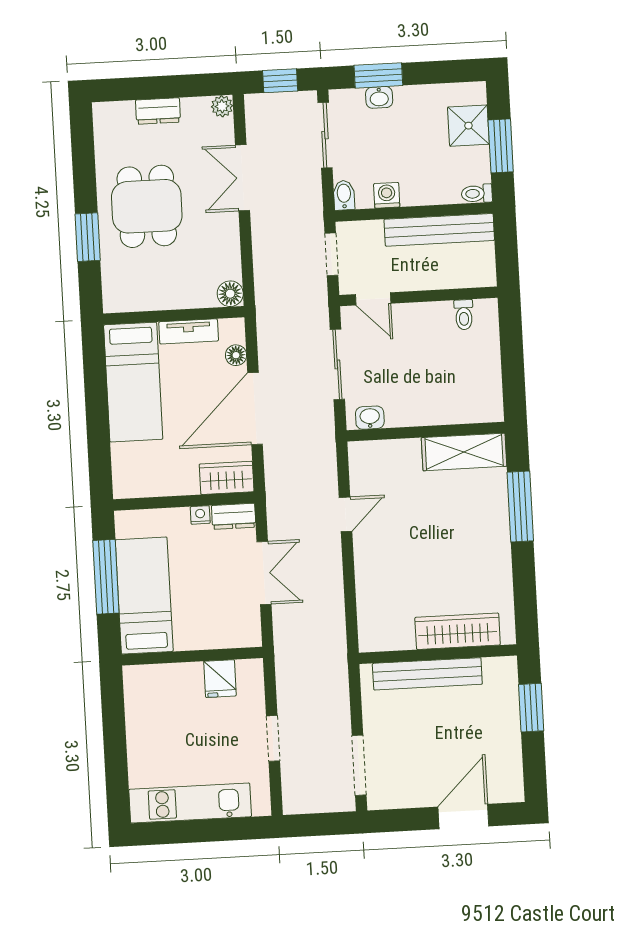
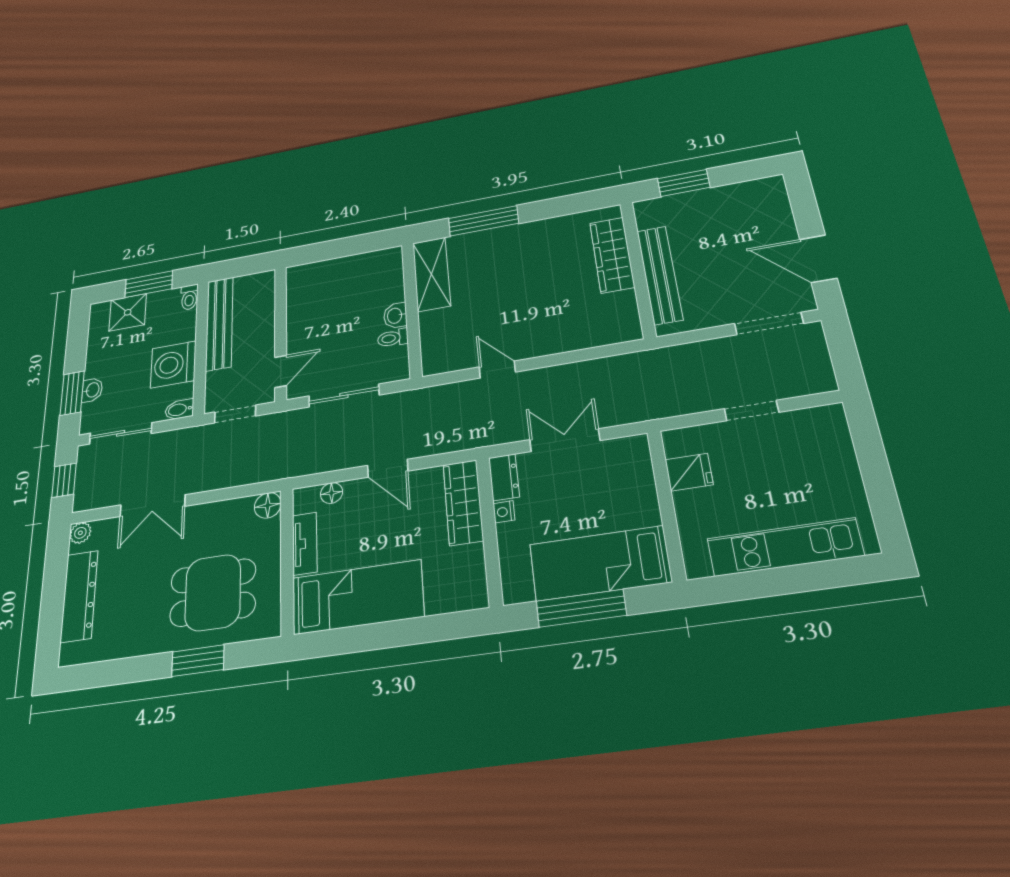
dresser: (158, 111) -> (79, 596), width x1.96, depth x1.24
washing machine: (387, 195) -> (173, 364), width x1.89, depth x1.89
dining table: (147, 206) -> (213, 592), moved
toilet: (464, 315) -> (393, 338), moved, turned 180
door: (255, 409) -> (388, 468), width x0.53
washbasin: (370, 418) -> (395, 316), moved
wardrobe: (227, 478) -> (463, 502), width x1.50
kitchen unit: (190, 803) -> (785, 547), moved, turned 90
door: (463, 817) -> (818, 259), moved

